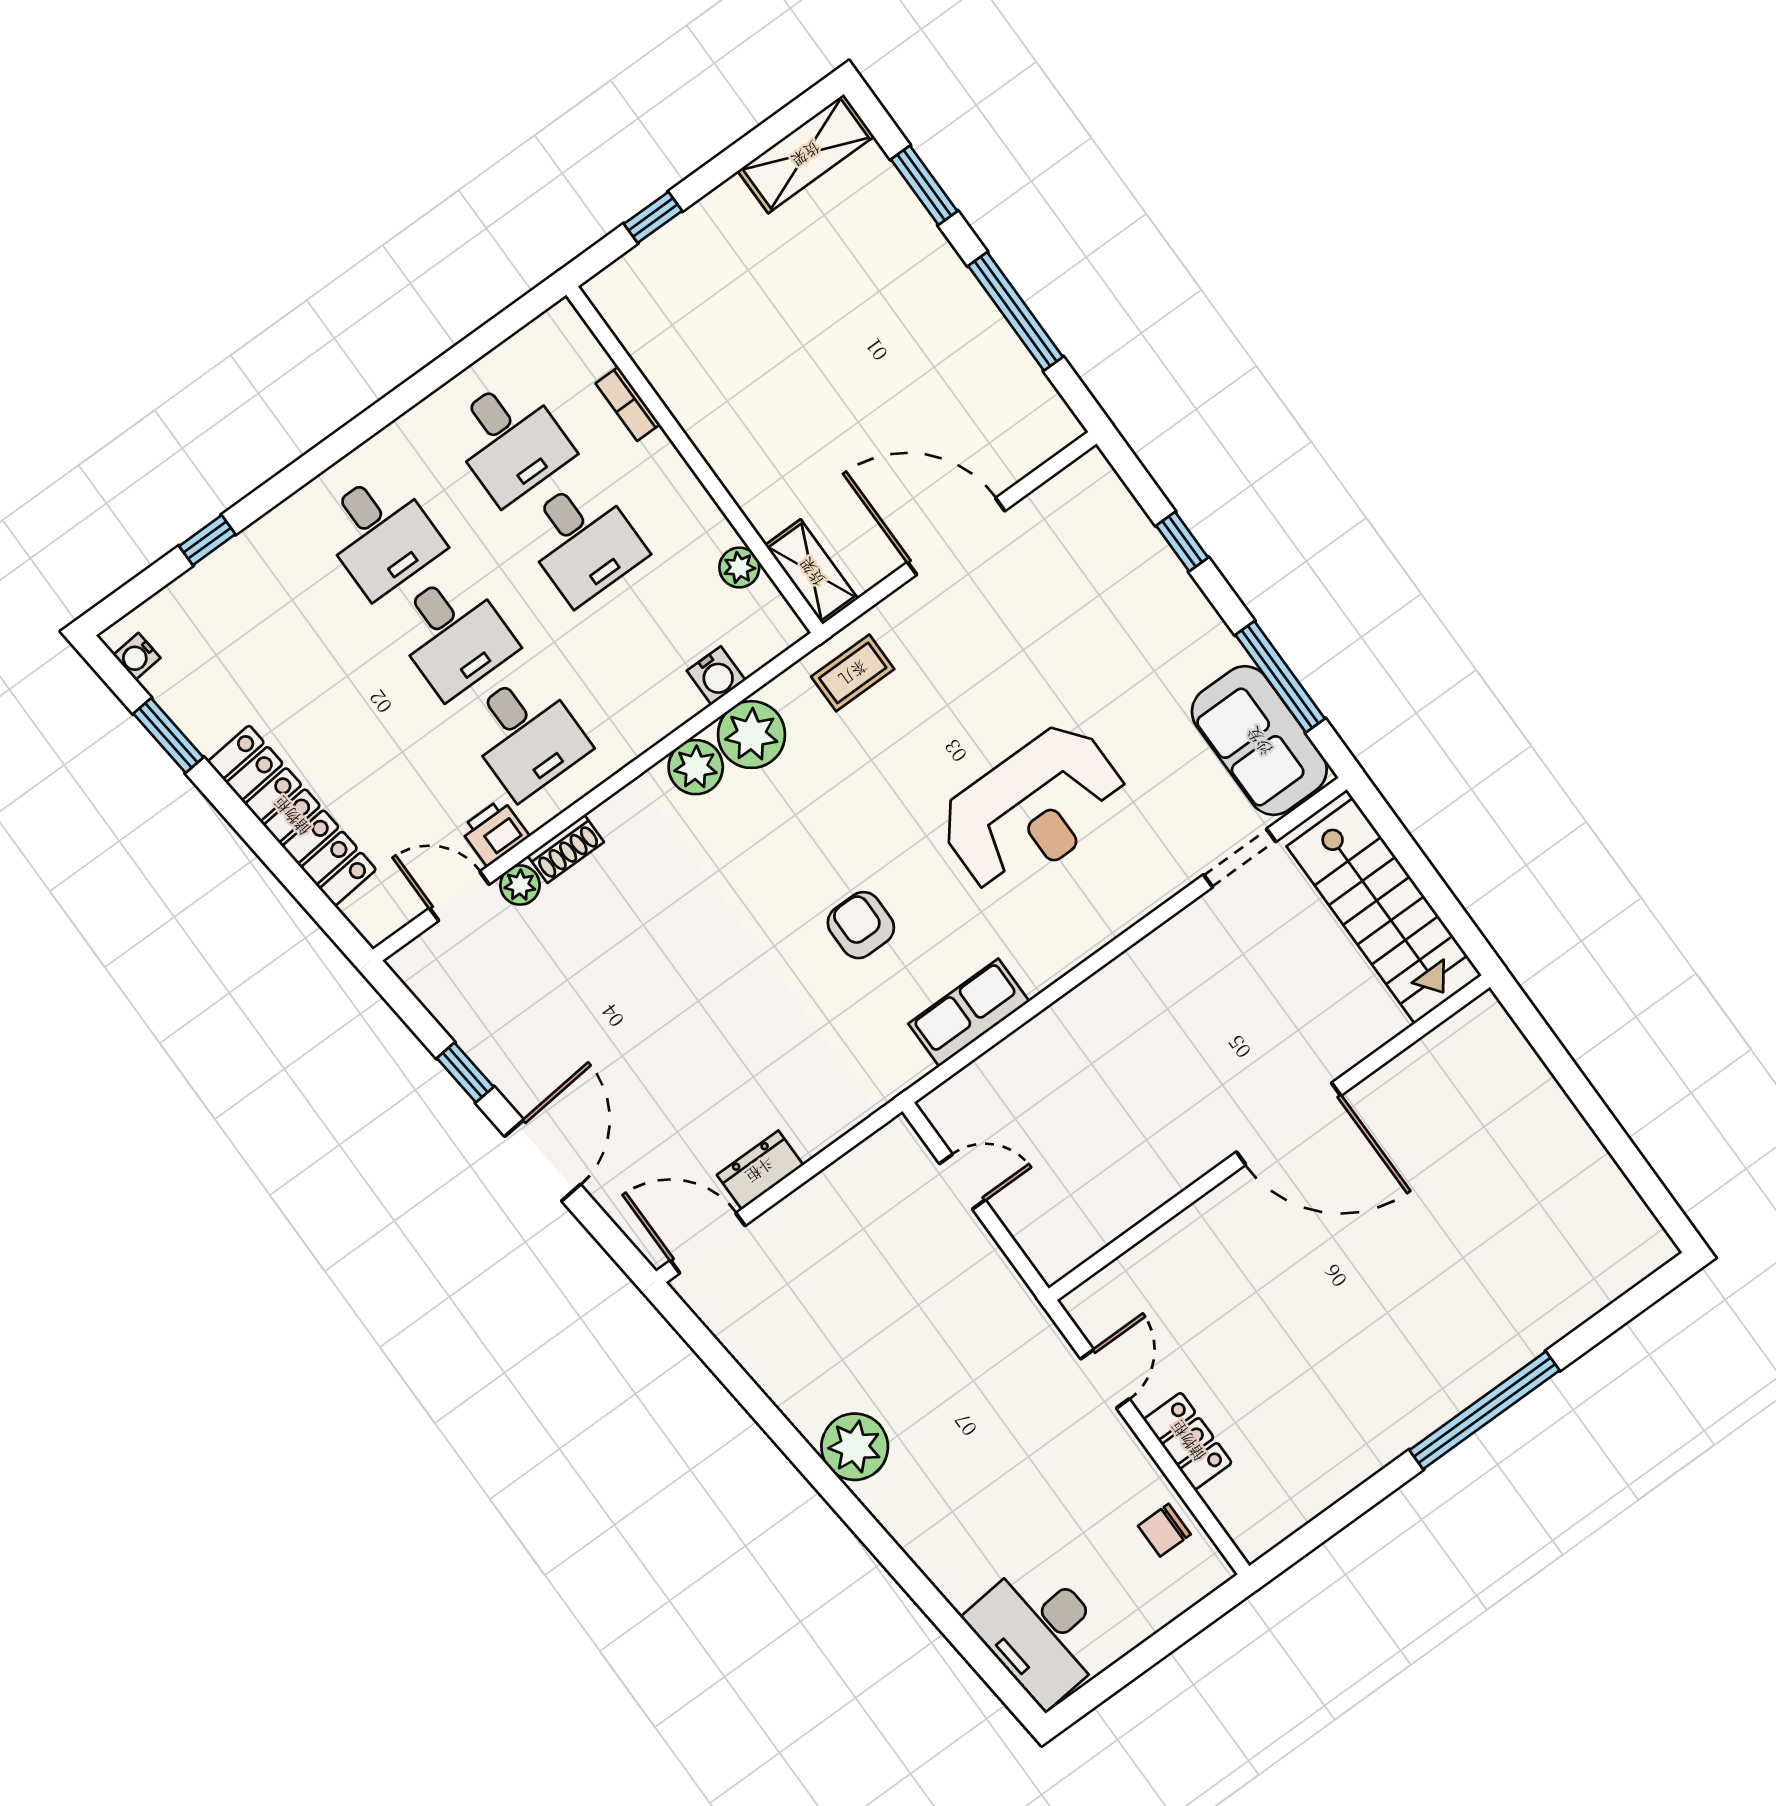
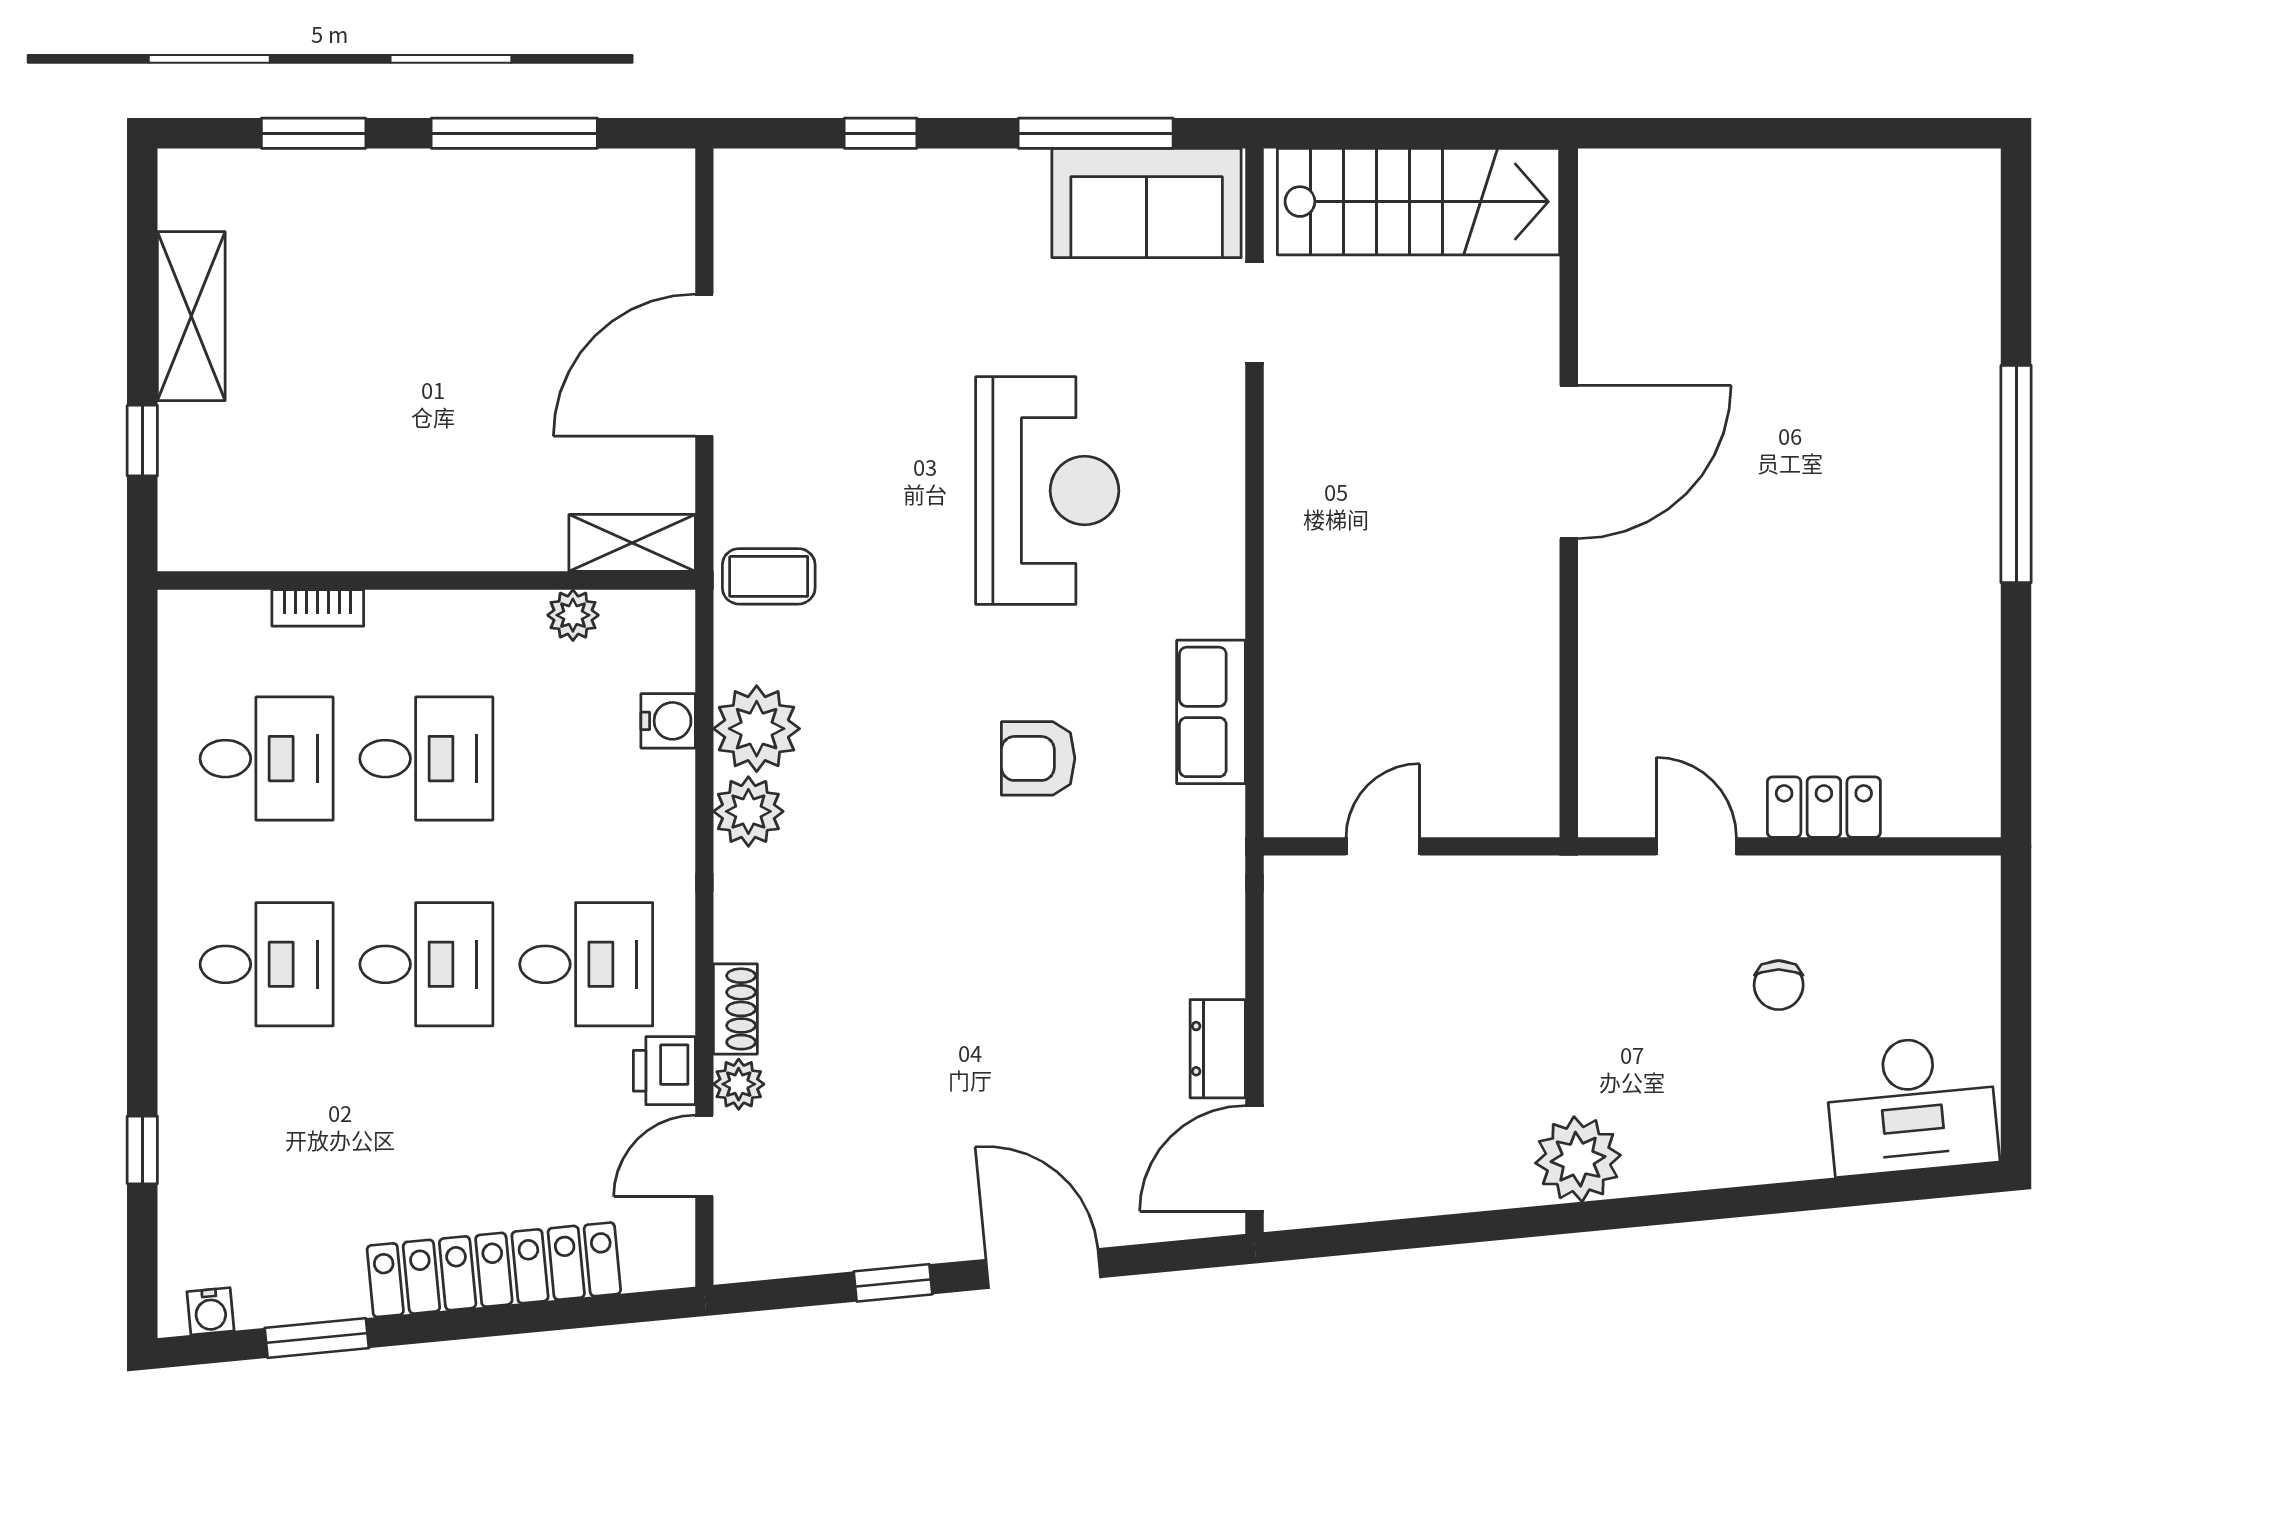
shelving: (806, 154) -> (191, 316), moved
coffee table: (853, 673) -> (769, 576), turned 90
chair: (1164, 1530) -> (1779, 985), moved

